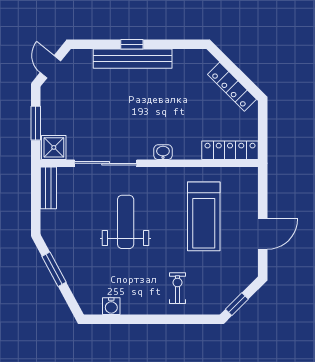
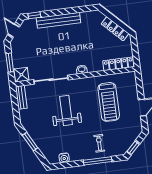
window: (132, 44) -> (34, 15), moved
window: (170, 319) -> (98, 161), added

